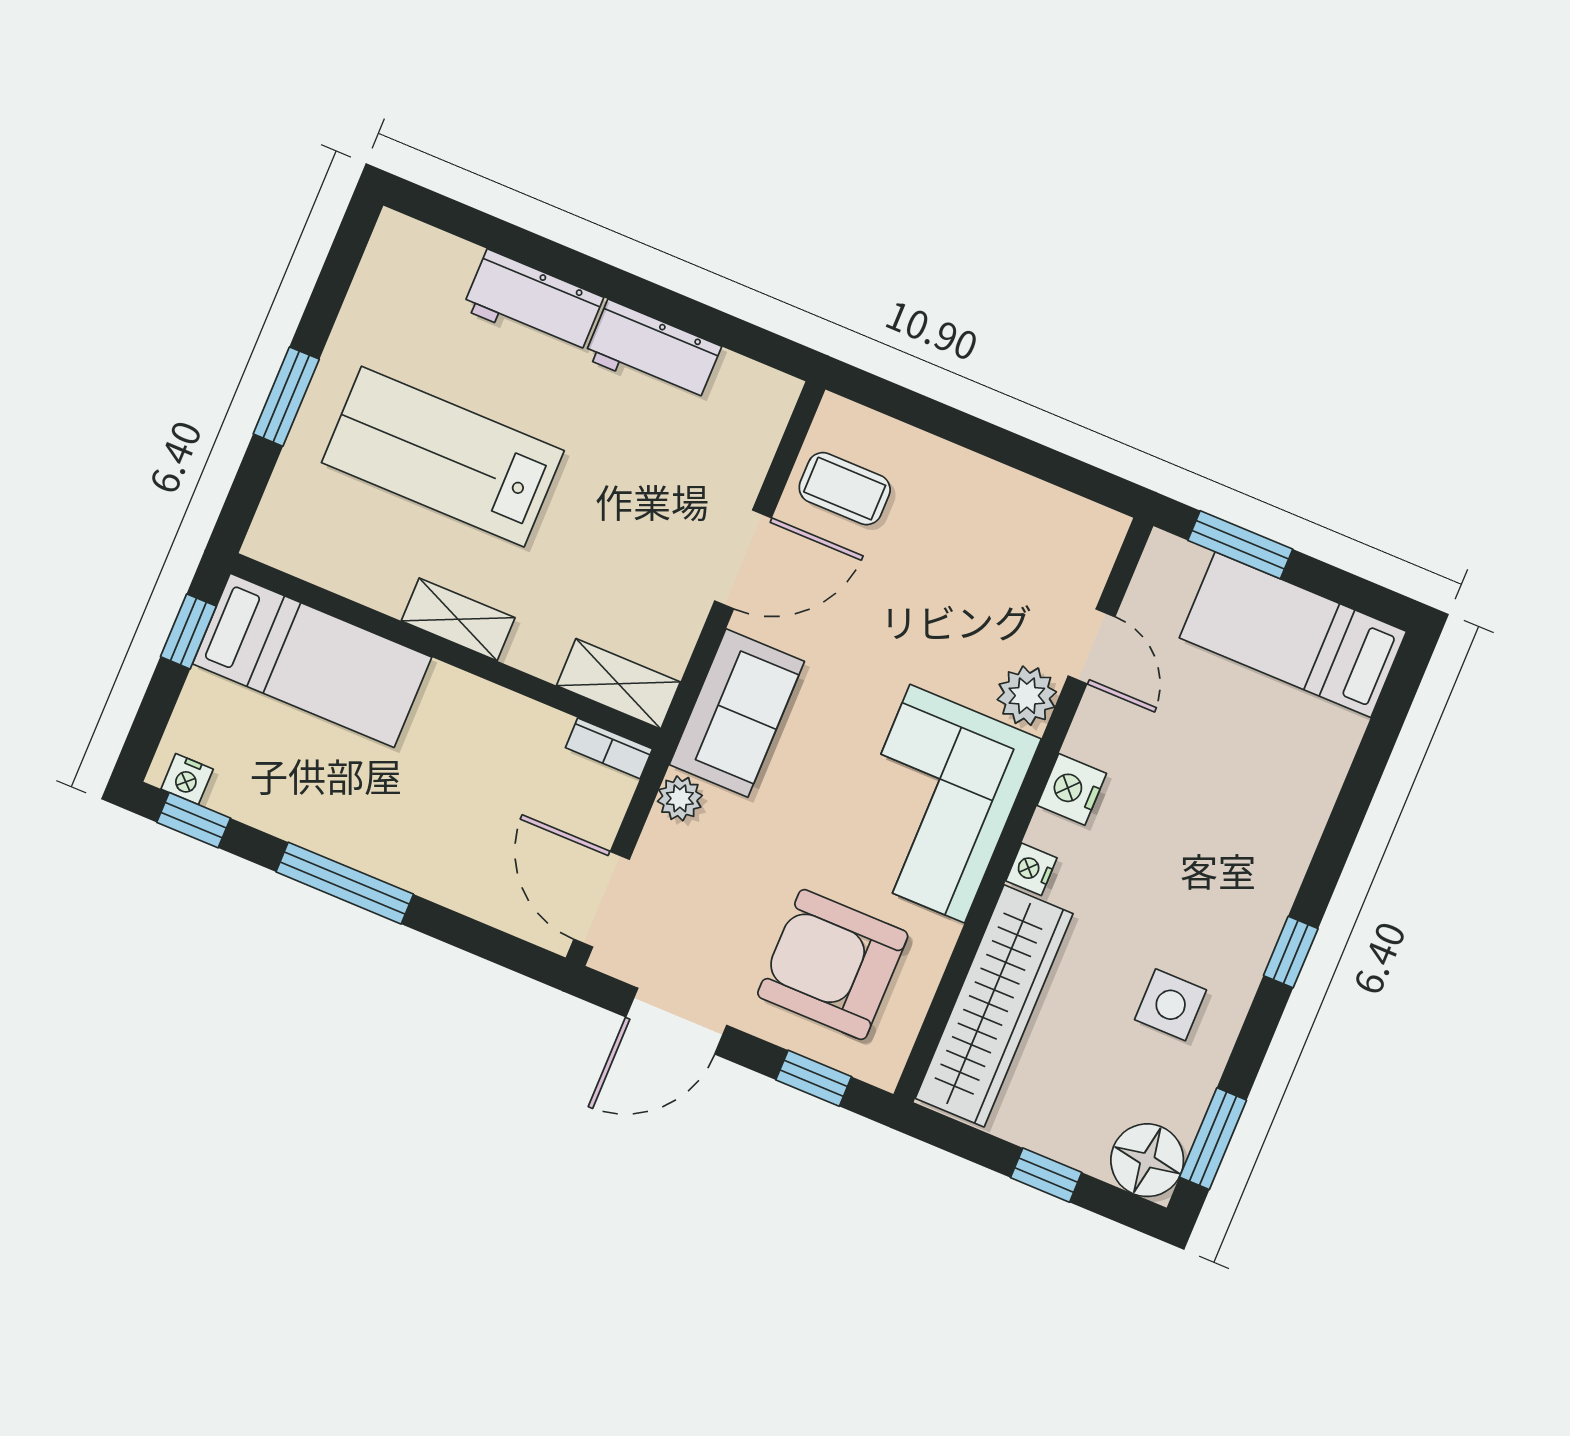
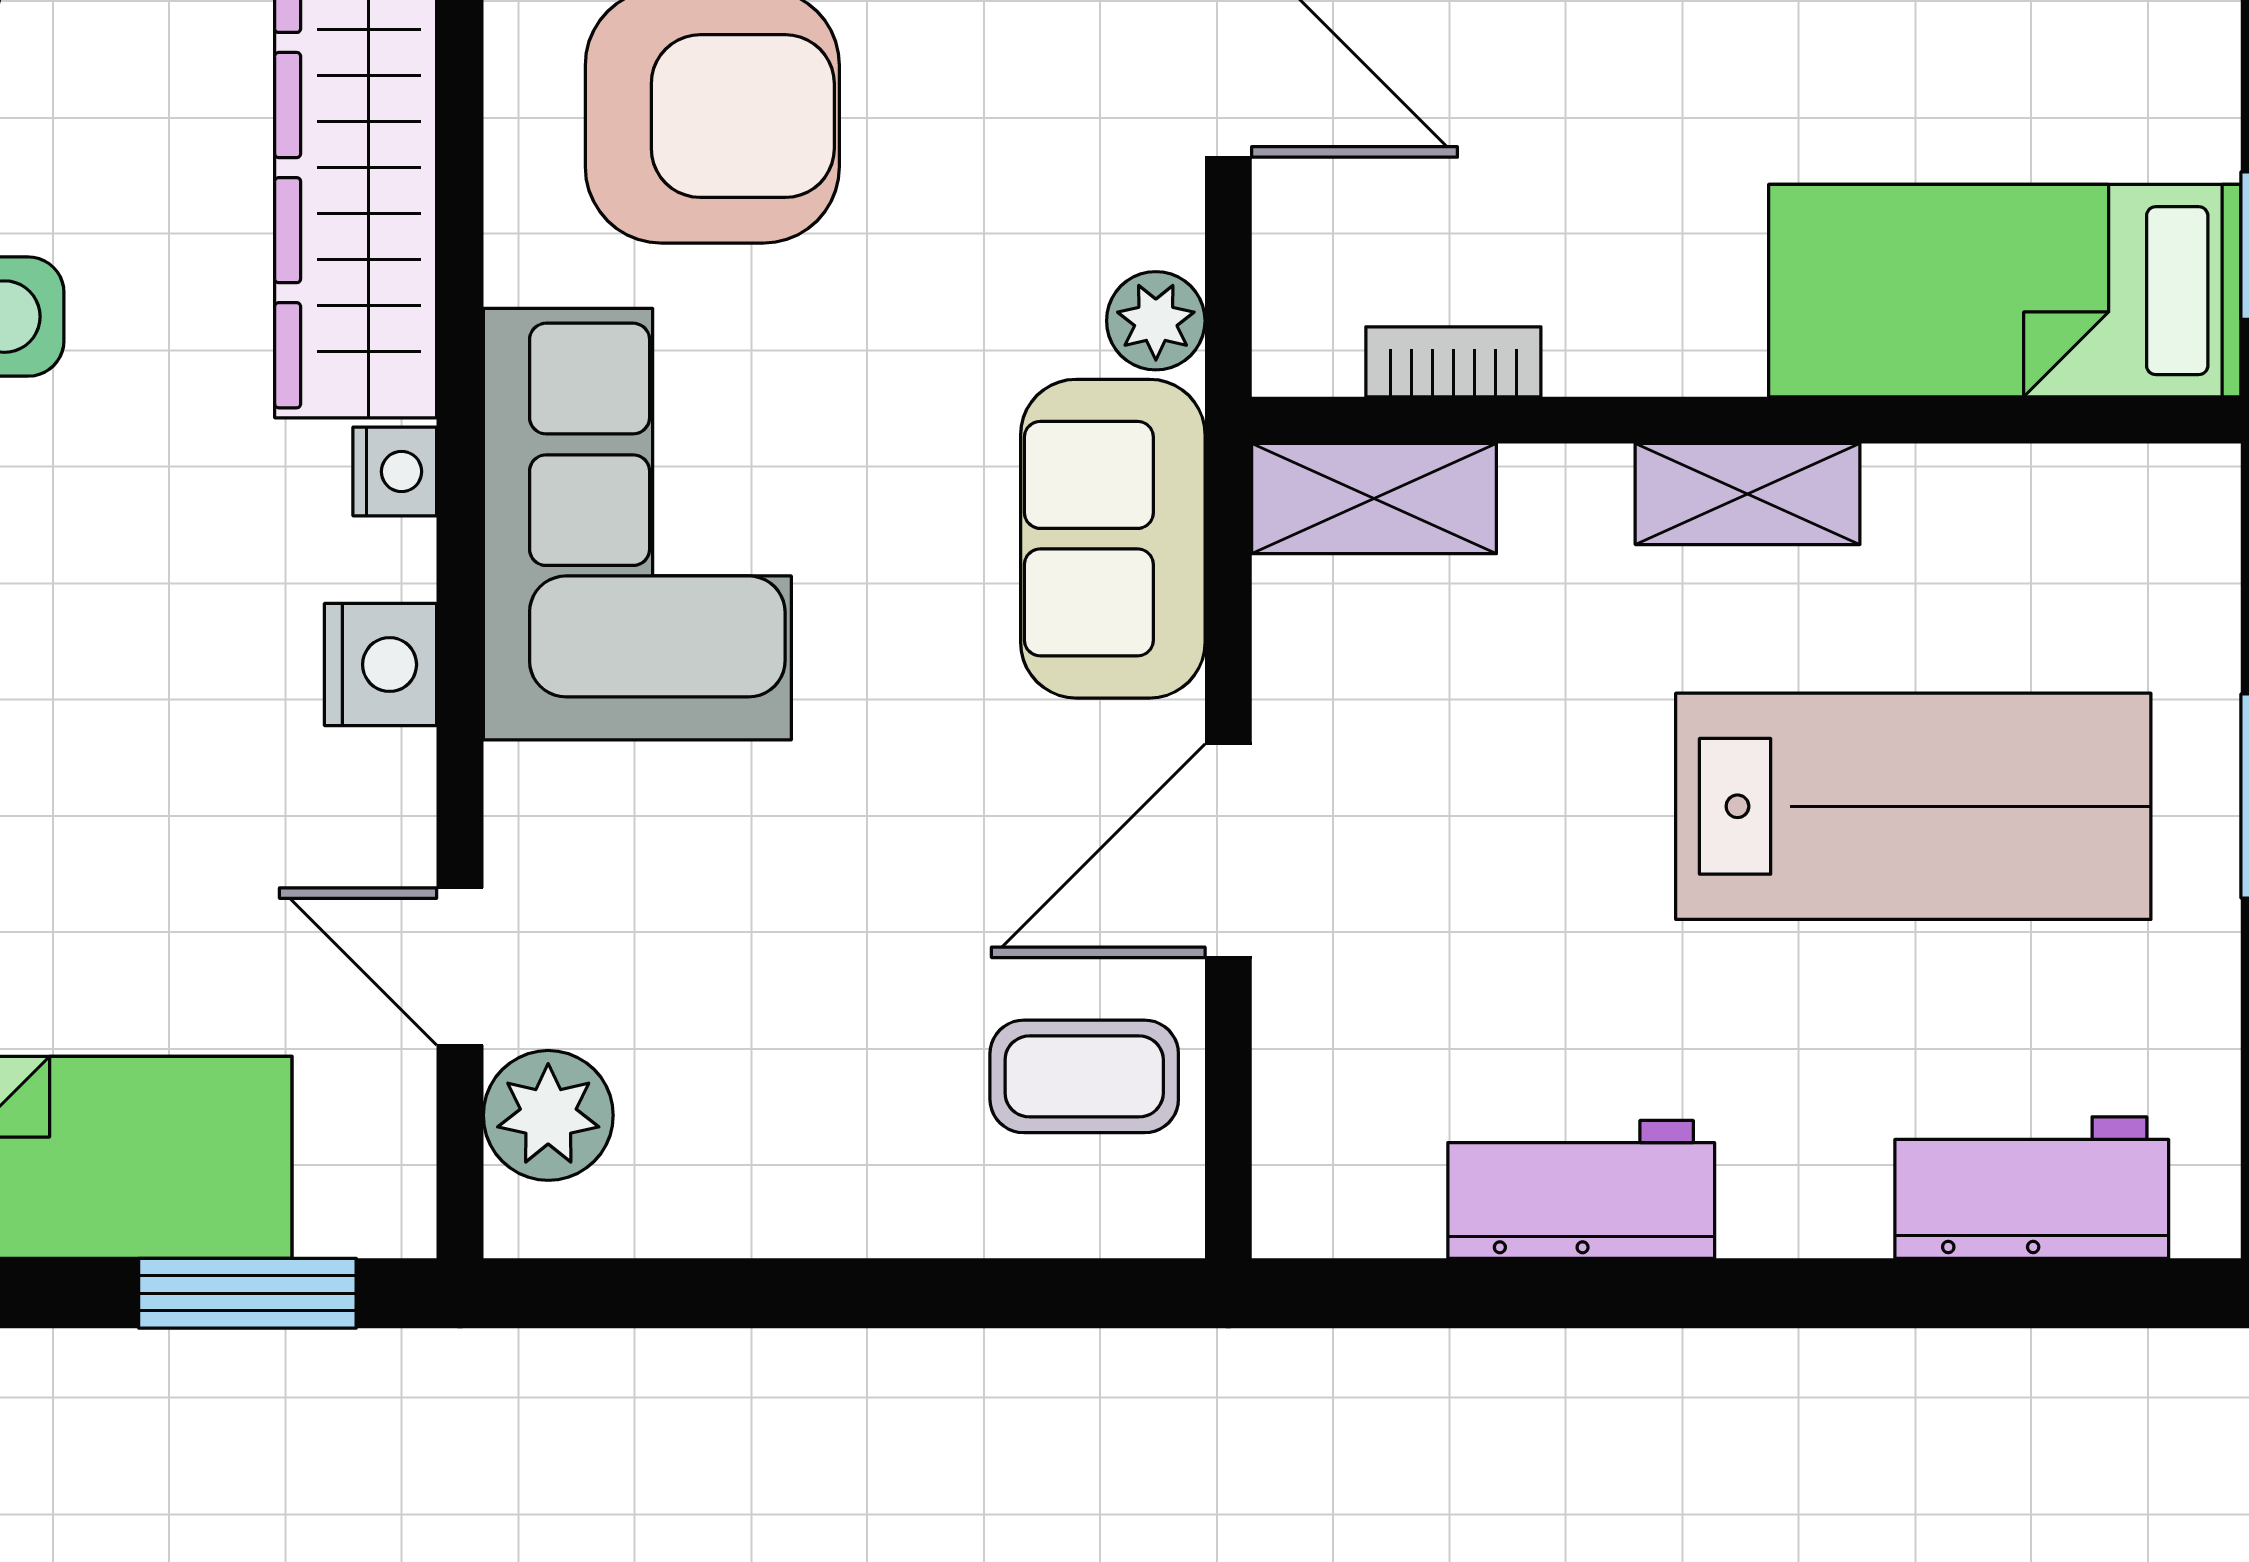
workbench: (533, 303) -> (2032, 1188), moved
plant: (1027, 696) -> (548, 1115), moved
bookcase: (609, 748) -> (1453, 362), moved

